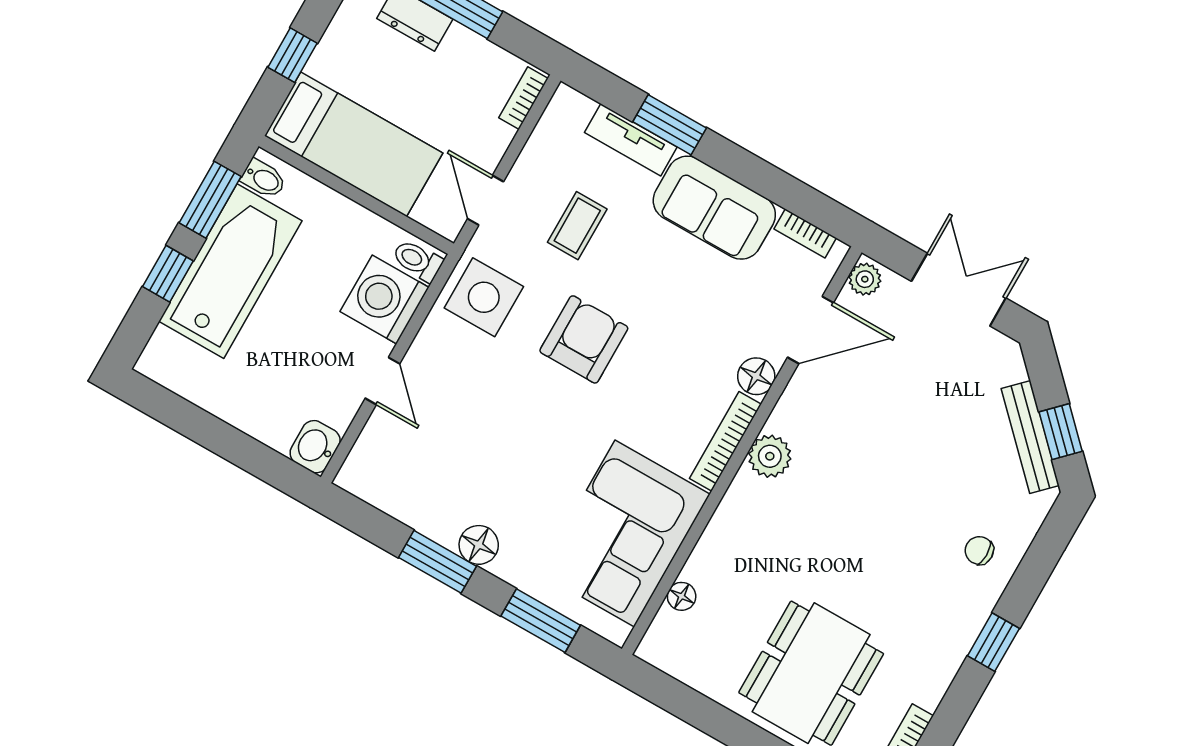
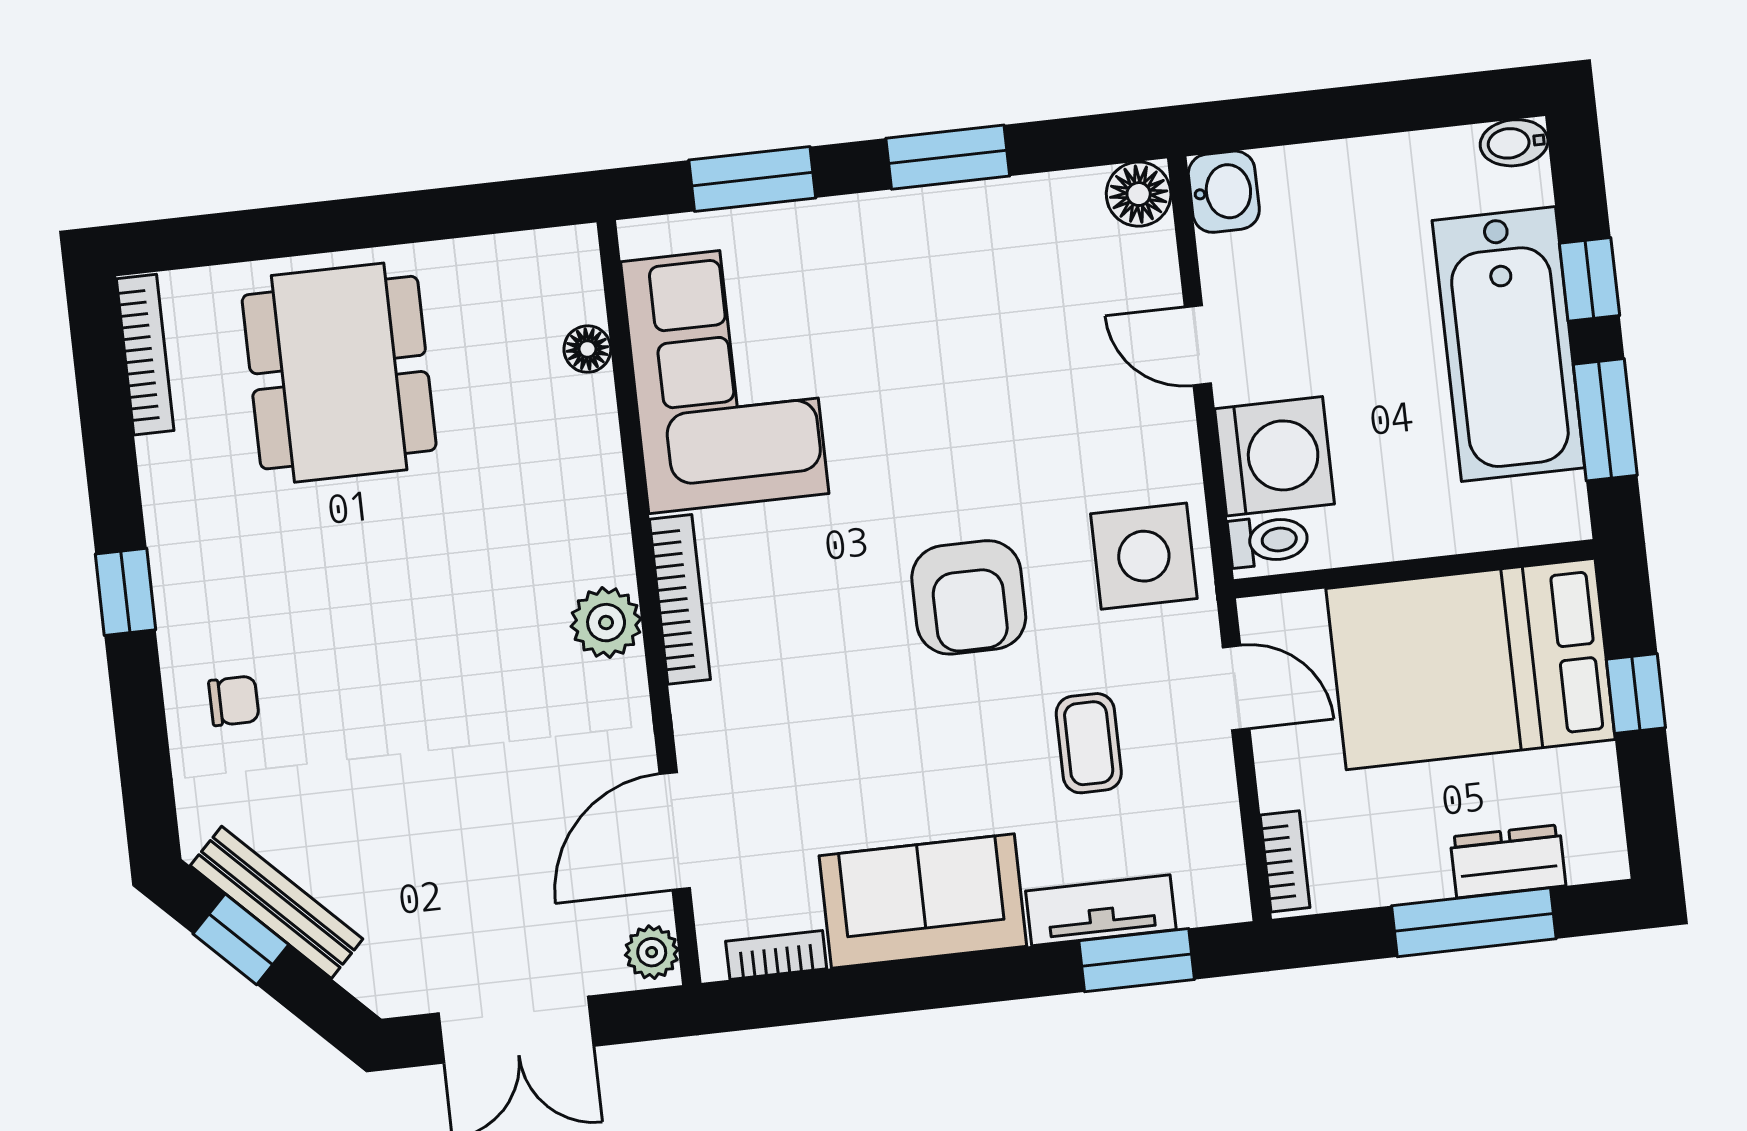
window: (670, 125) -> (1137, 960), moved
bed: (354, 144) -> (1471, 664), width x1.50
bidet: (264, 179) -> (1514, 143), moved
floor lamp: (756, 376) -> (702, 716), removed
floor lamp: (479, 545) -> (1139, 194), moved

